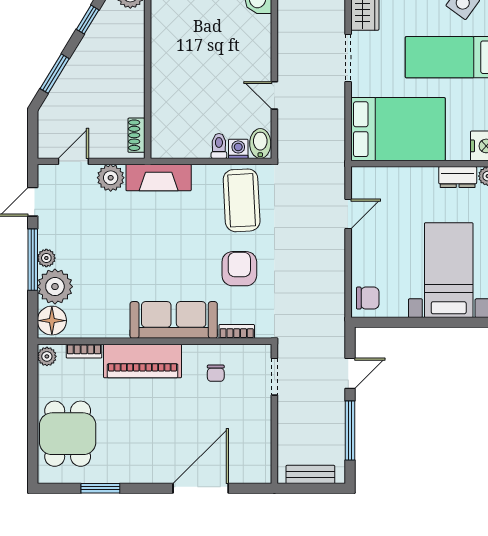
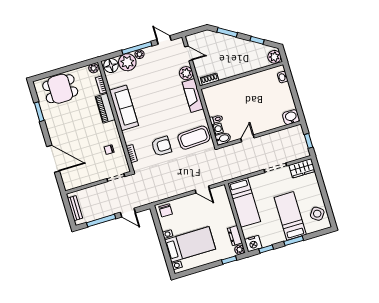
bed: (398, 129) -> (244, 202), width x0.67
sofa: (174, 320) -> (124, 108), moved
piano: (143, 361) -> (105, 108), width x0.73, depth x0.75

